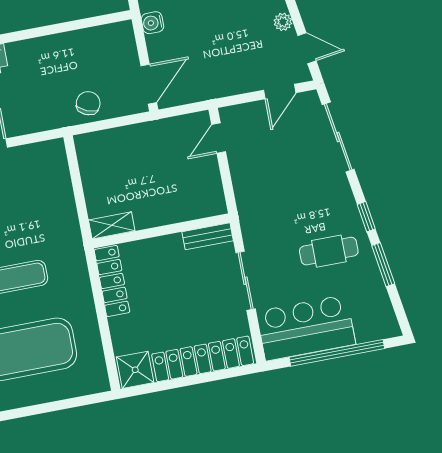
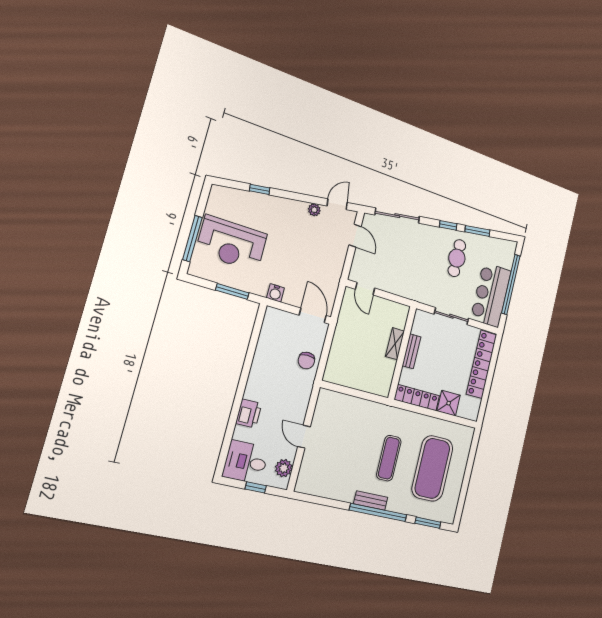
chair: (88, 103) -> (306, 361), turned -113
shelving: (112, 225) -> (395, 344), moved
bench: (208, 236) -> (411, 351), moved
shower: (135, 370) -> (449, 403), moved

